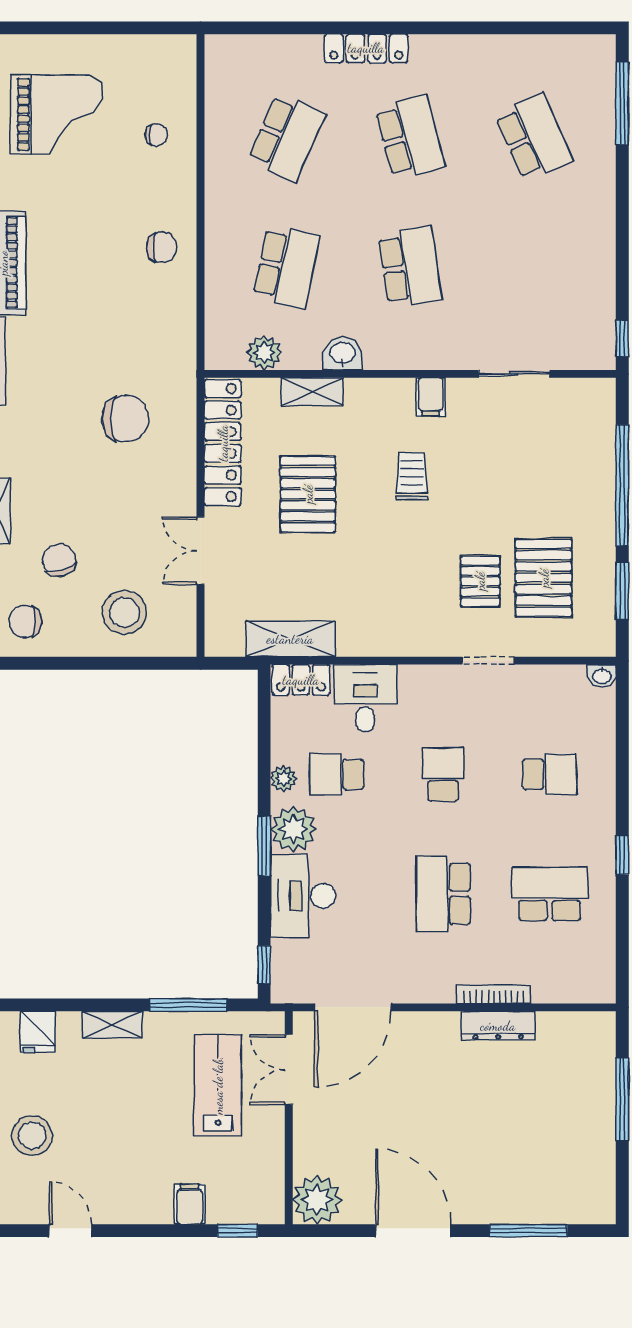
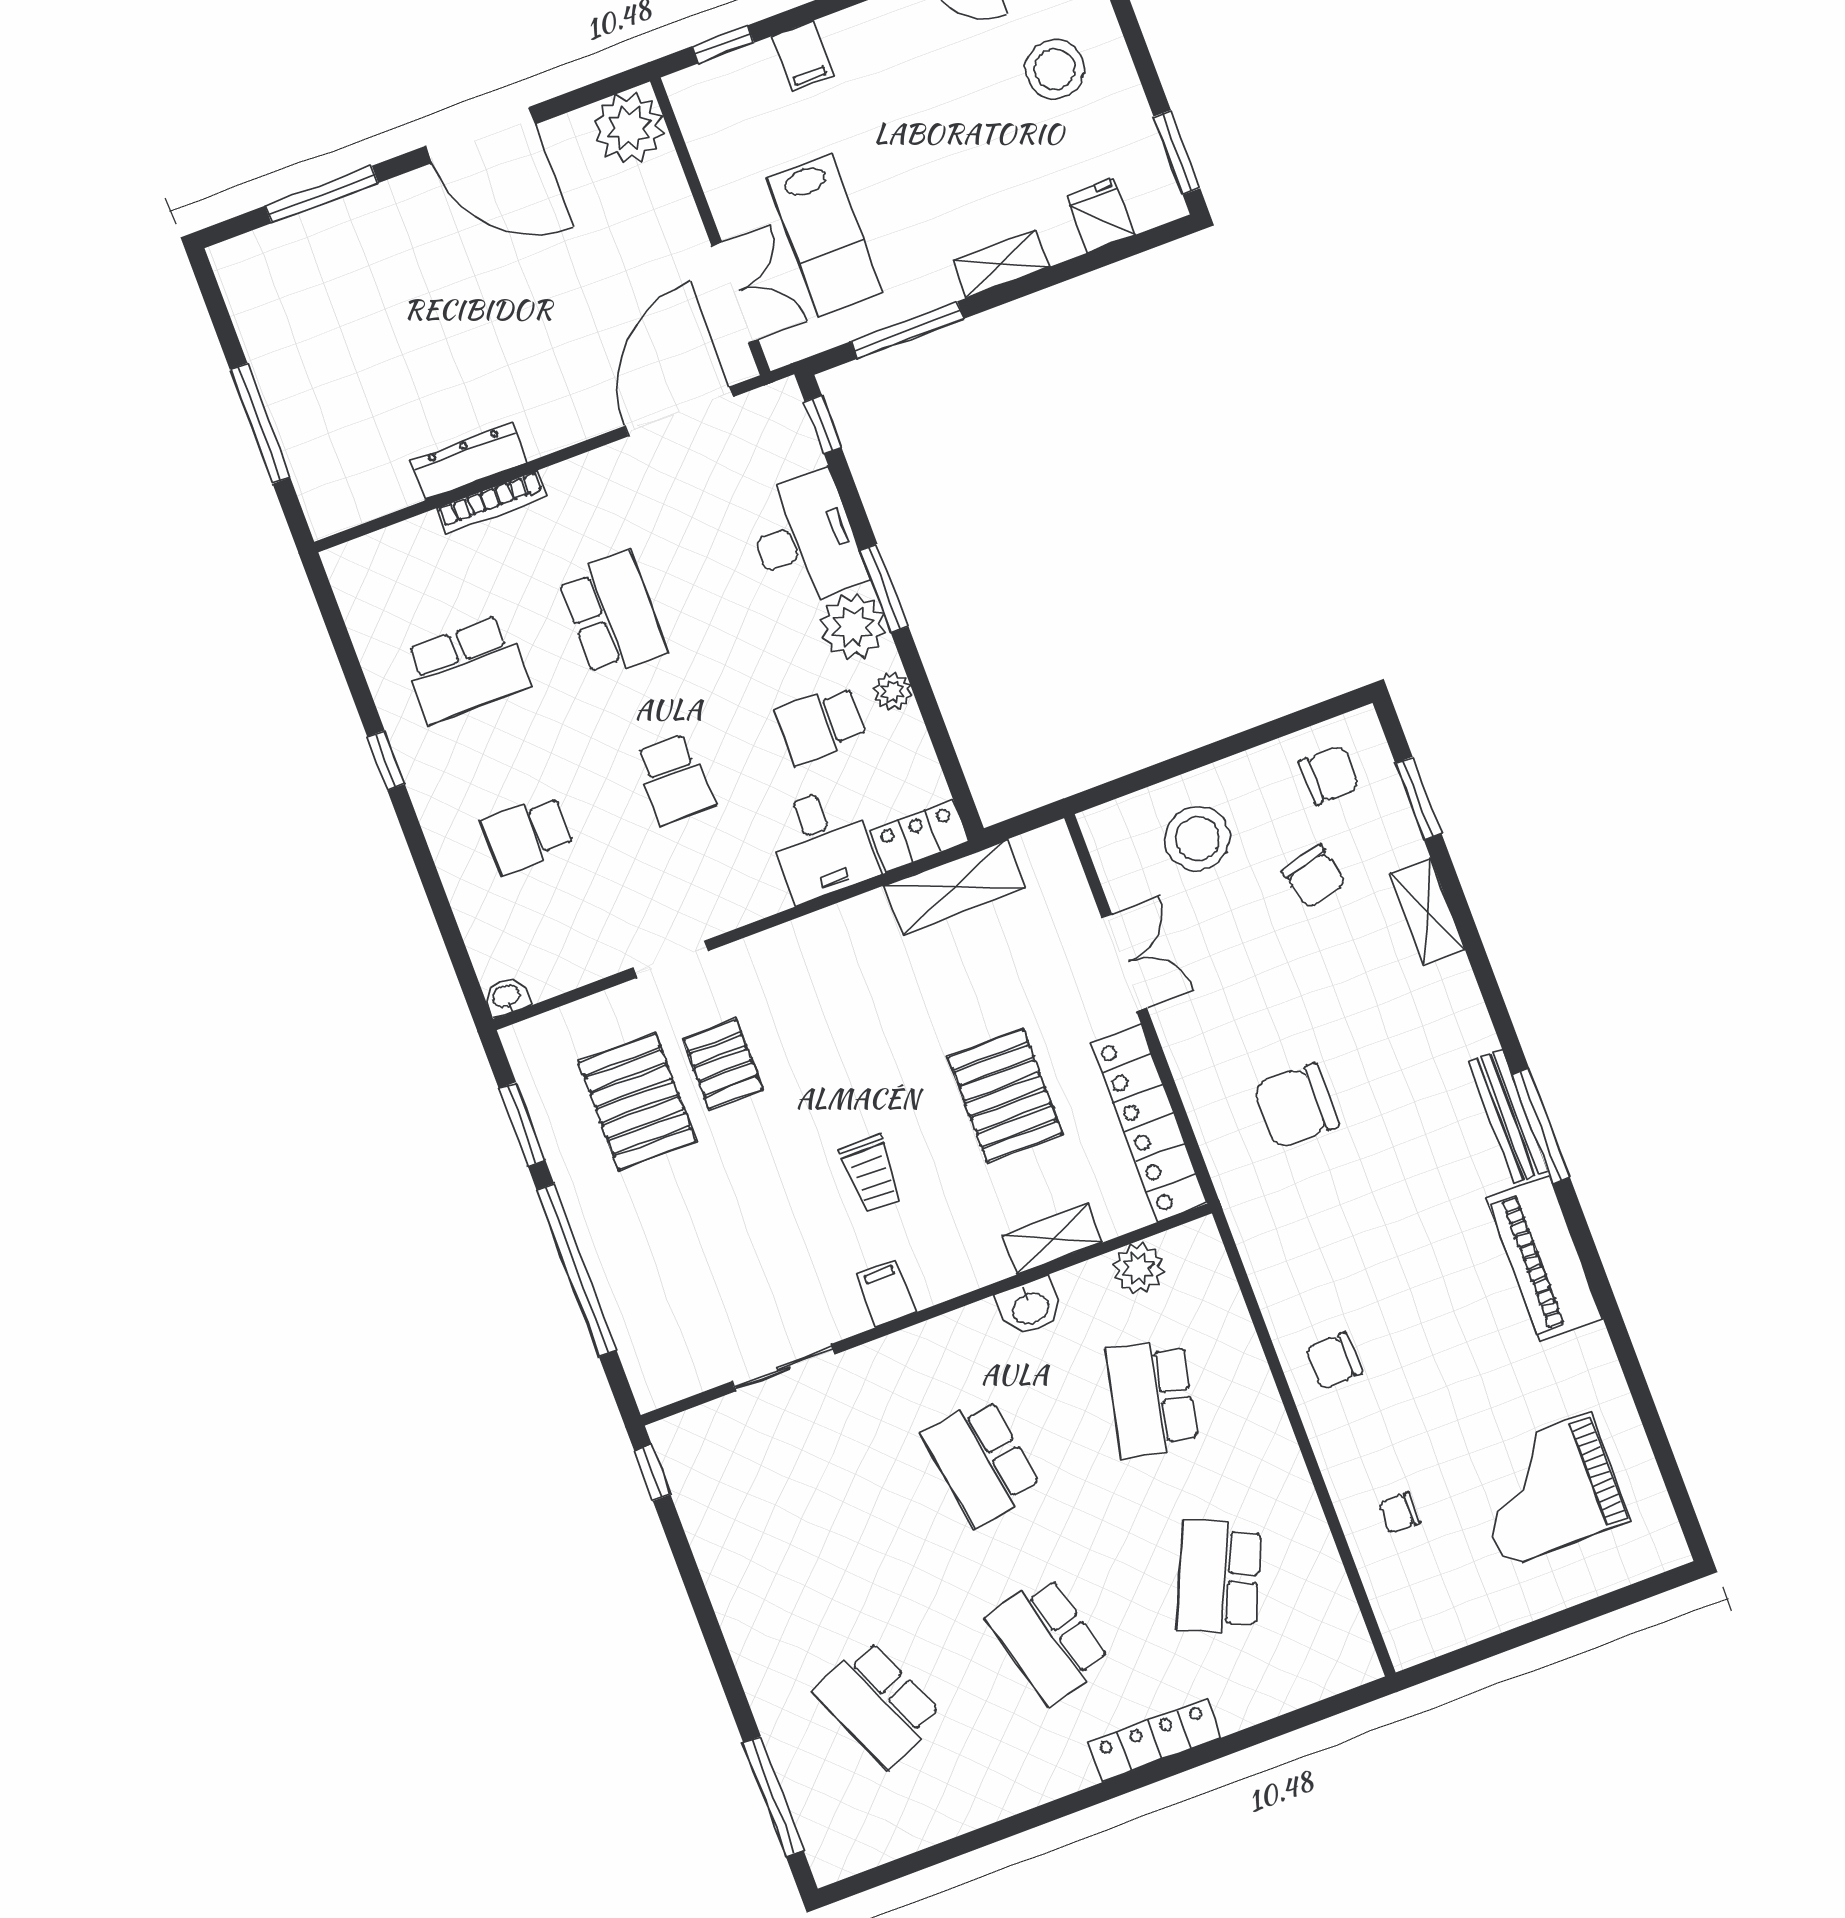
school desk: (337, 774) -> (821, 725), turned 180

